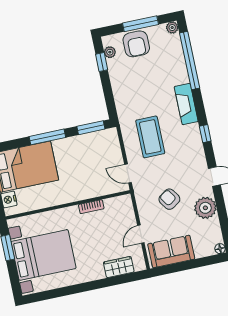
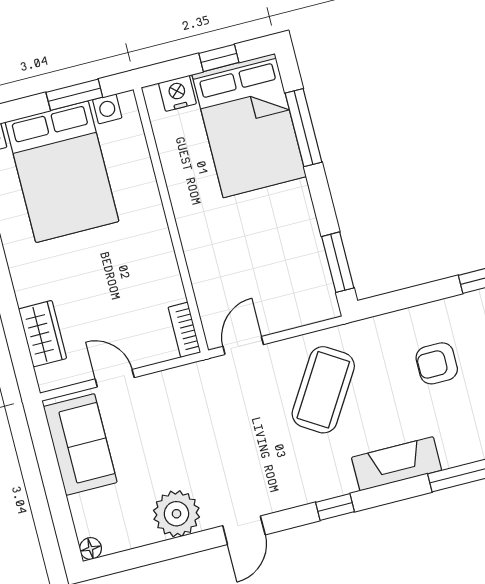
window: (47, 137) -> (304, 128), moved
coffee table: (150, 137) -> (323, 390), turned -58
armchair: (169, 199) -> (437, 363), moved, turned -146
bookcase: (91, 207) -> (184, 330), moved

